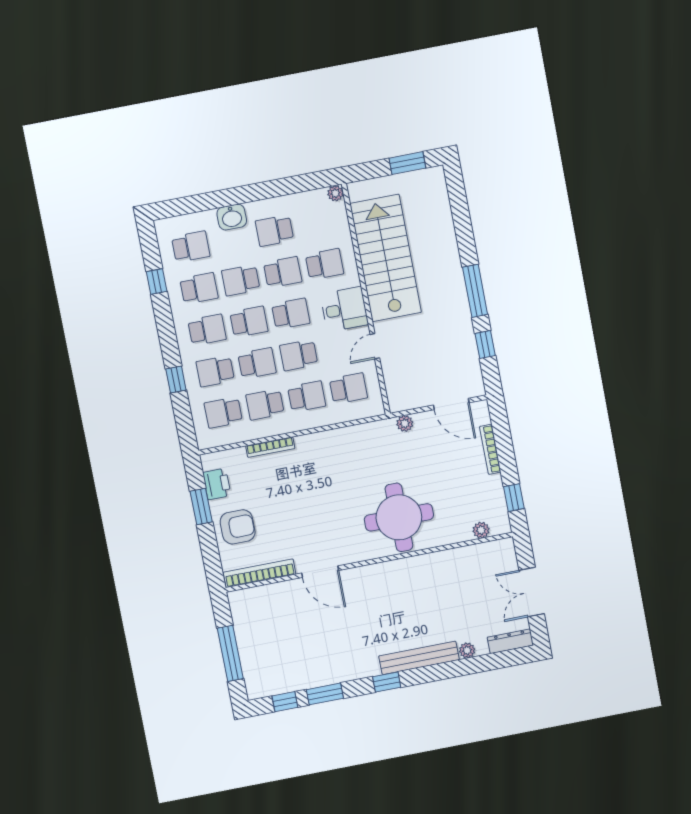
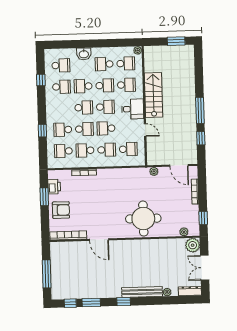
stairs: (386, 258) -> (154, 95), width x0.73, depth x0.66
school desk: (207, 330) -> (126, 63), moved
door: (375, 346) -> (145, 130), swing flipped
plant: (502, 553) -> (193, 245), added

